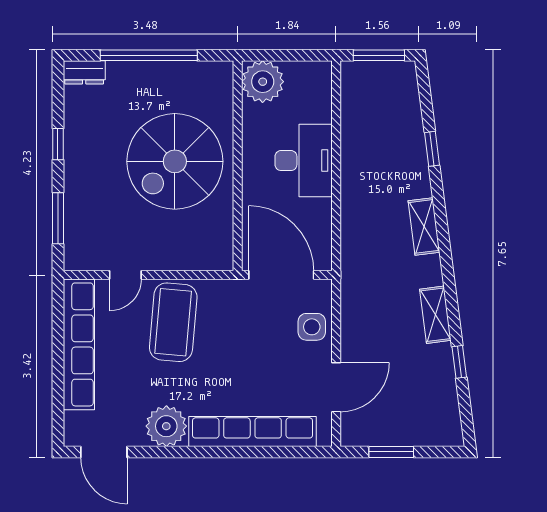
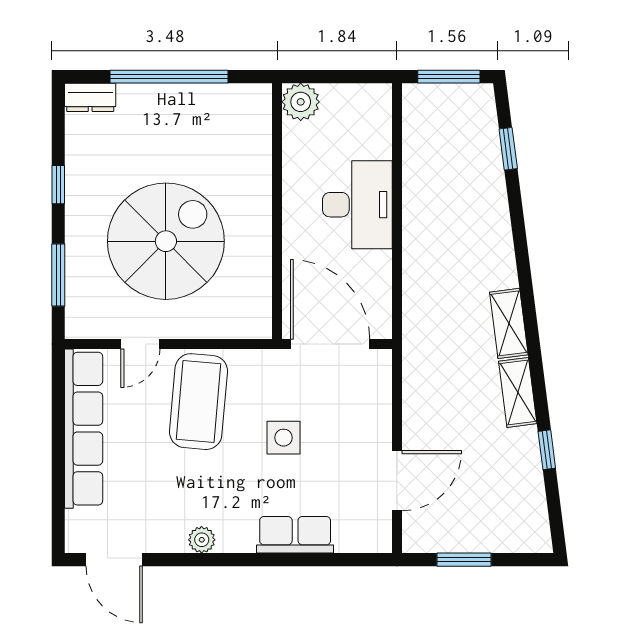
plant: (263, 82) -> (301, 102), width x0.73, depth x0.73
window: (432, 149) -> (508, 149), moved
spiral stairs: (175, 161) -> (166, 241), moved, turned 180
shelving: (424, 226) -> (509, 323), moved
side table: (312, 327) -> (284, 438), moved
plant: (166, 426) -> (202, 540), width x0.53, depth x0.53
row of seats: (253, 432) -> (295, 535), width x0.50

